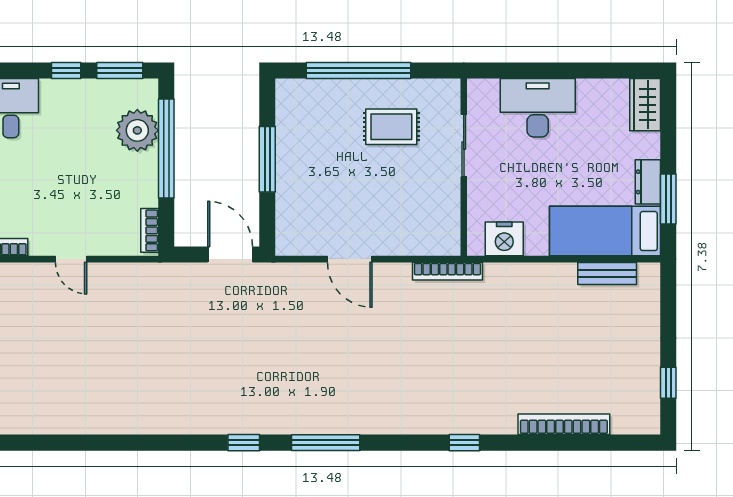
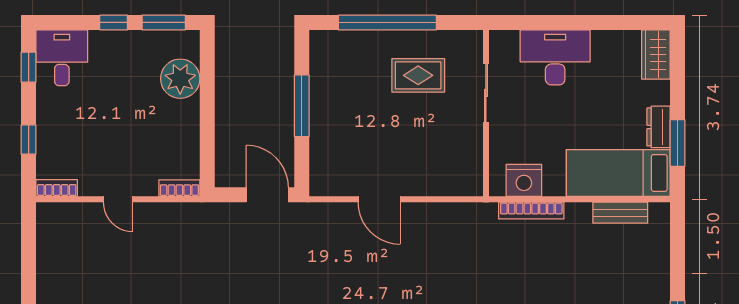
window: (166, 148) -> (207, 96), removed
bookcase: (150, 230) -> (179, 188), moved, turned 90
bookcase: (448, 271) -> (531, 211), moved

